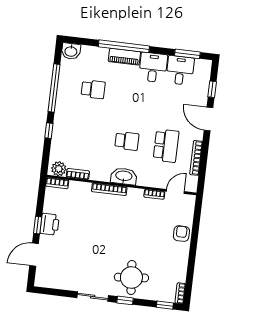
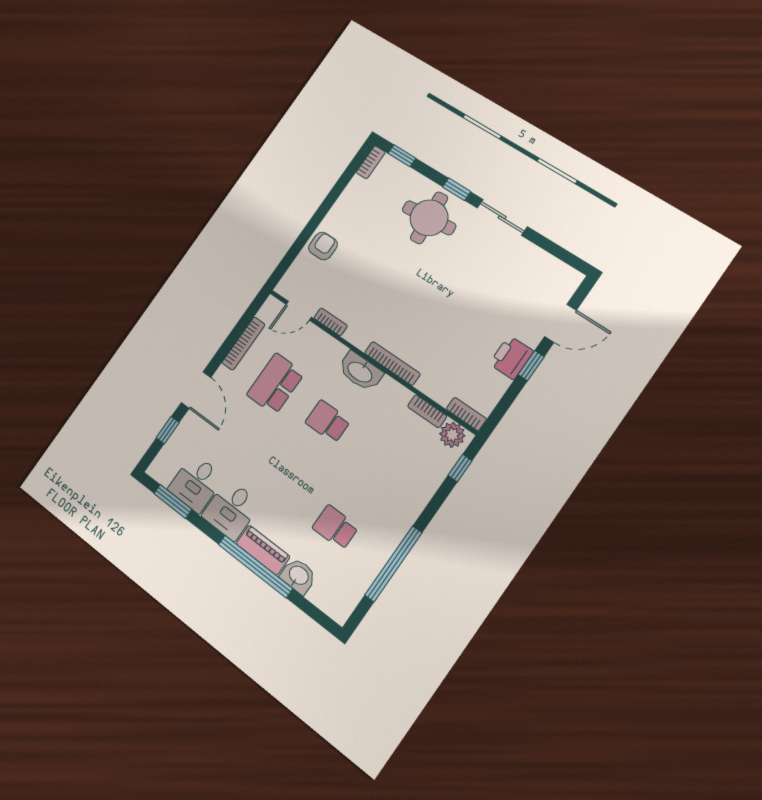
washbasin: (71, 51) -> (298, 576), moved
window: (49, 131) -> (460, 468), moved
armchair: (181, 234) -> (323, 246), turned 180

